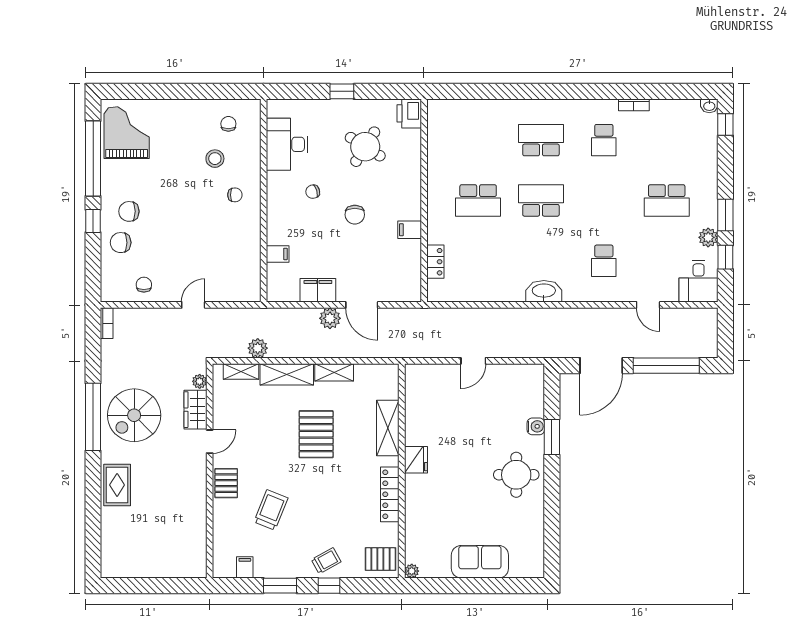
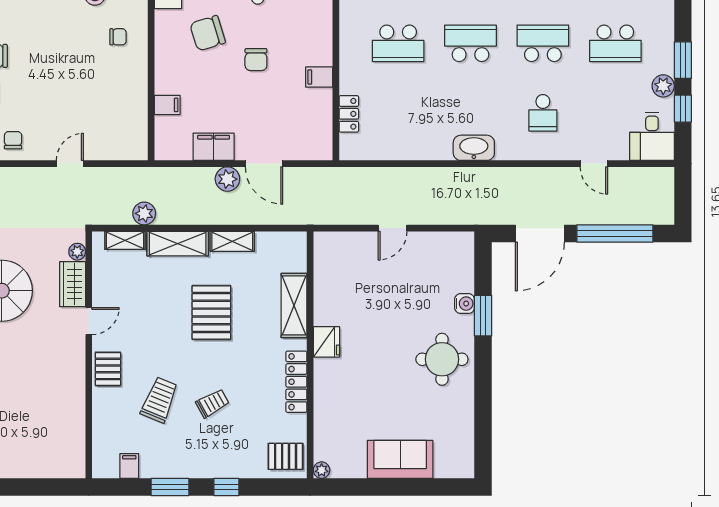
chair: (313, 192) -> (208, 33), width x1.87, depth x1.87
school desk: (604, 200) -> (543, 43), added
trolley: (326, 561) -> (212, 403), moved

